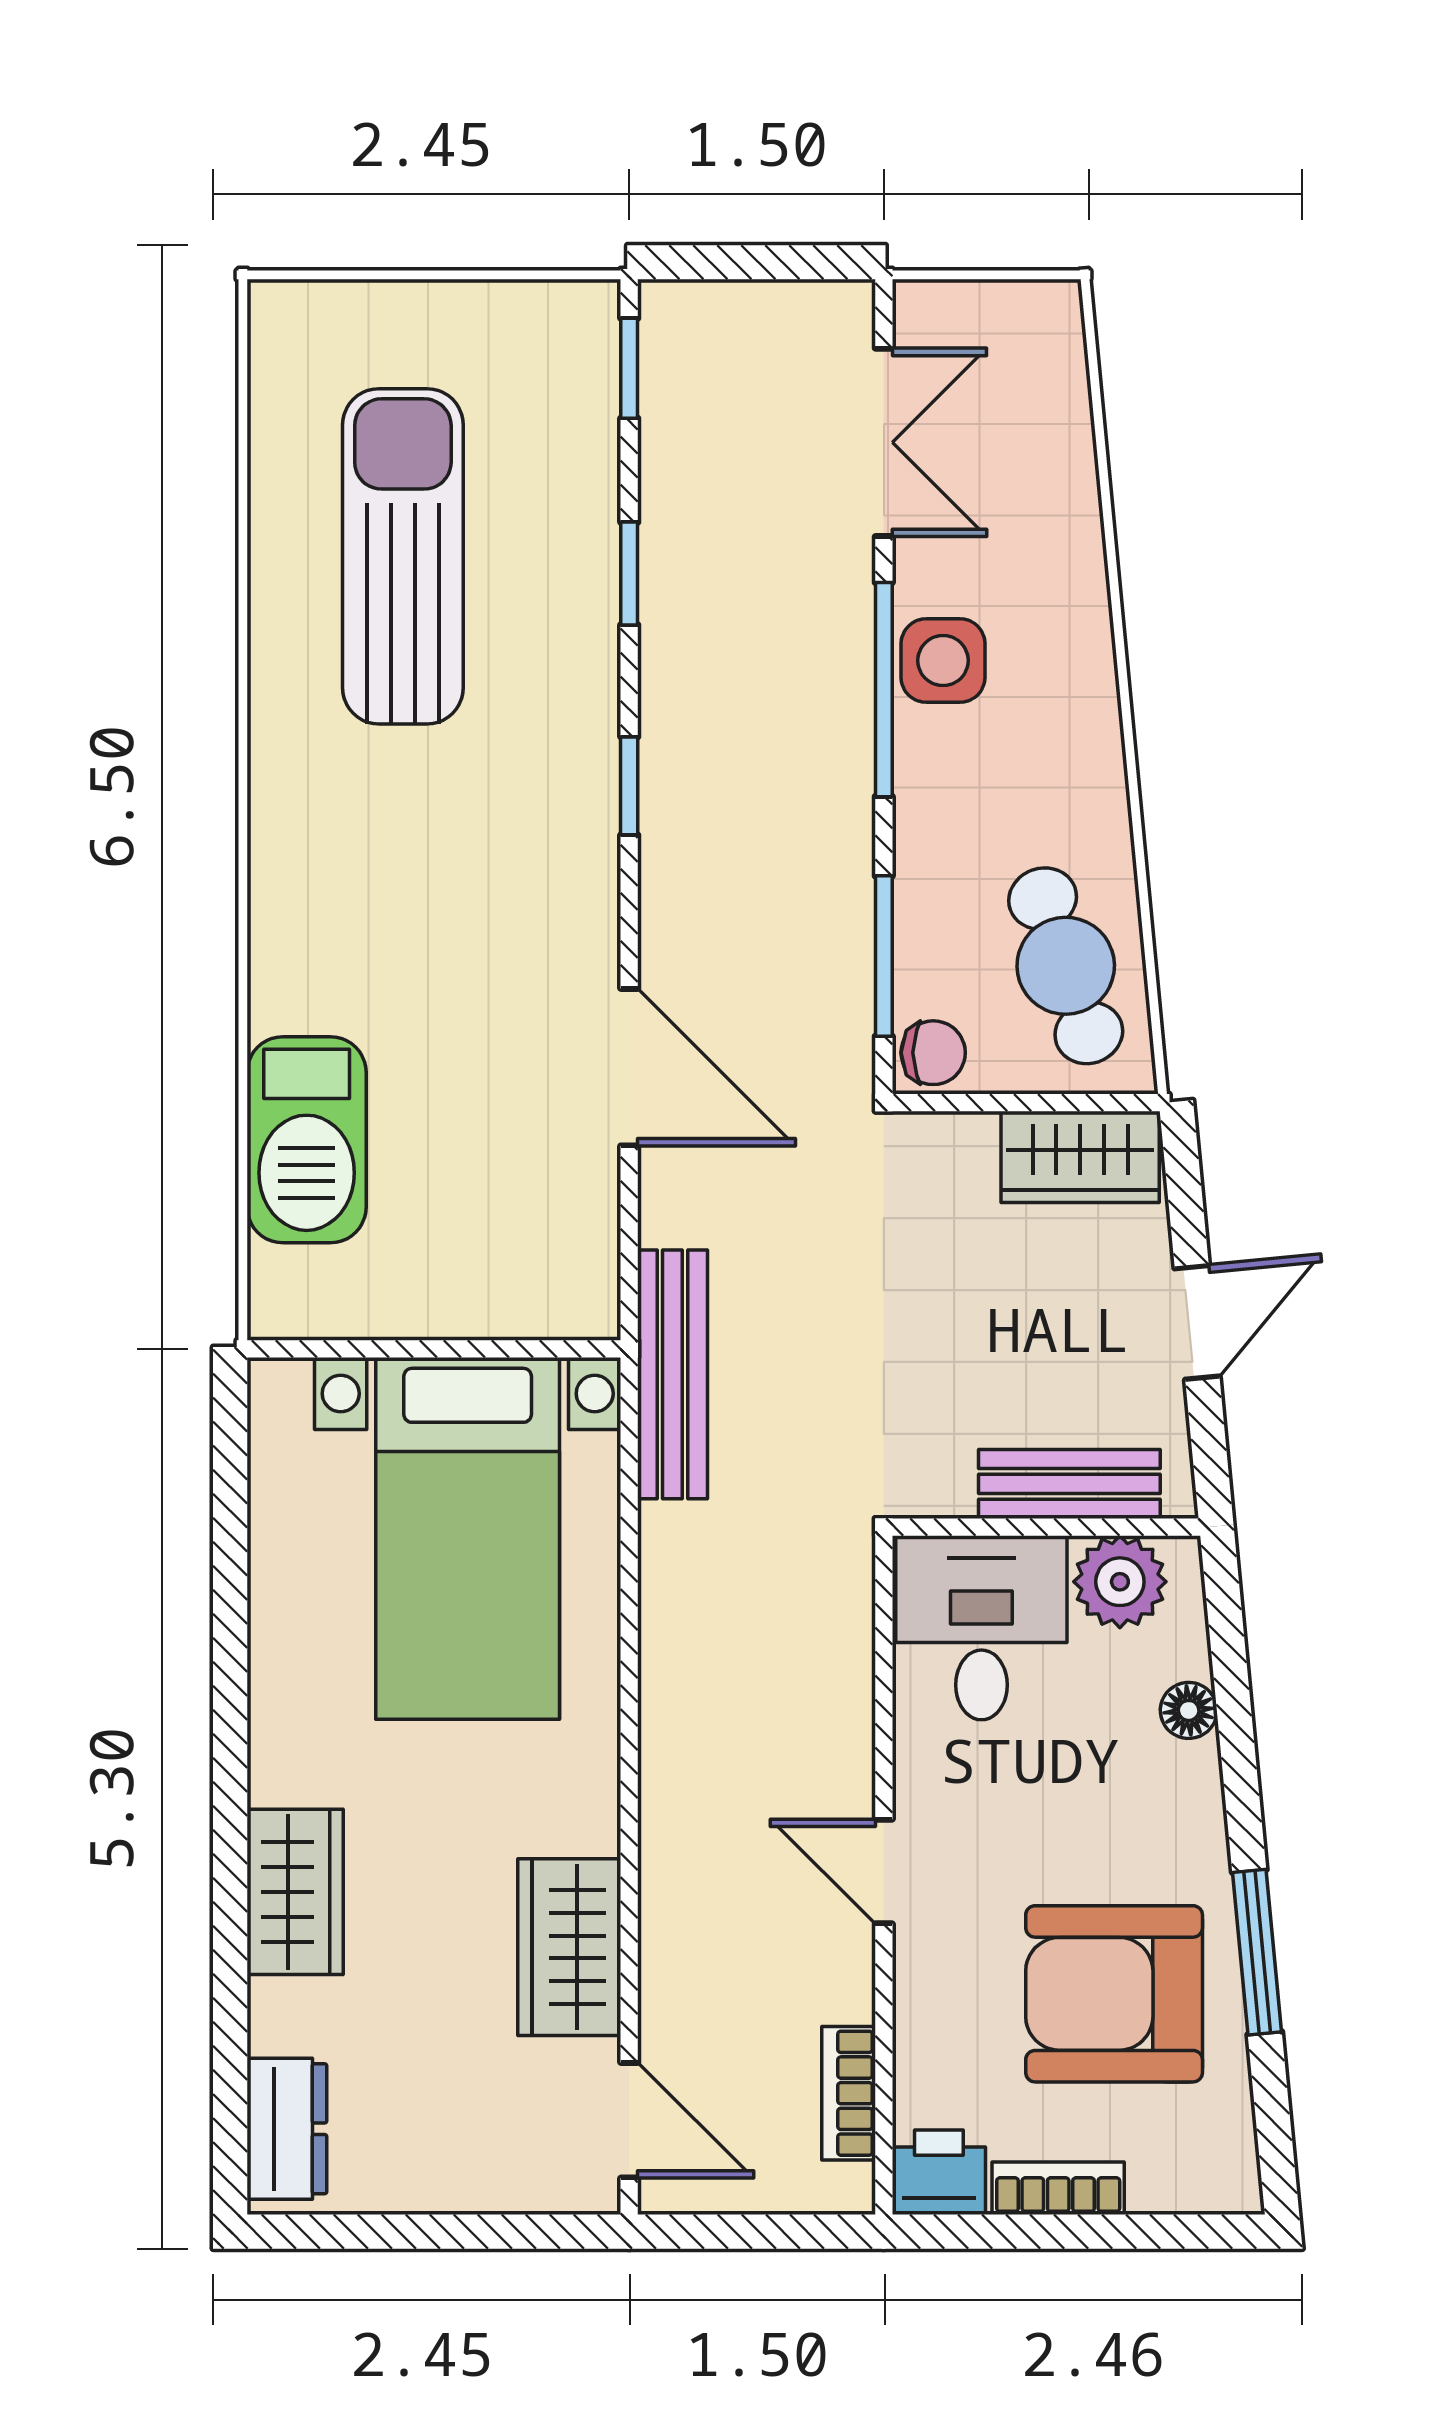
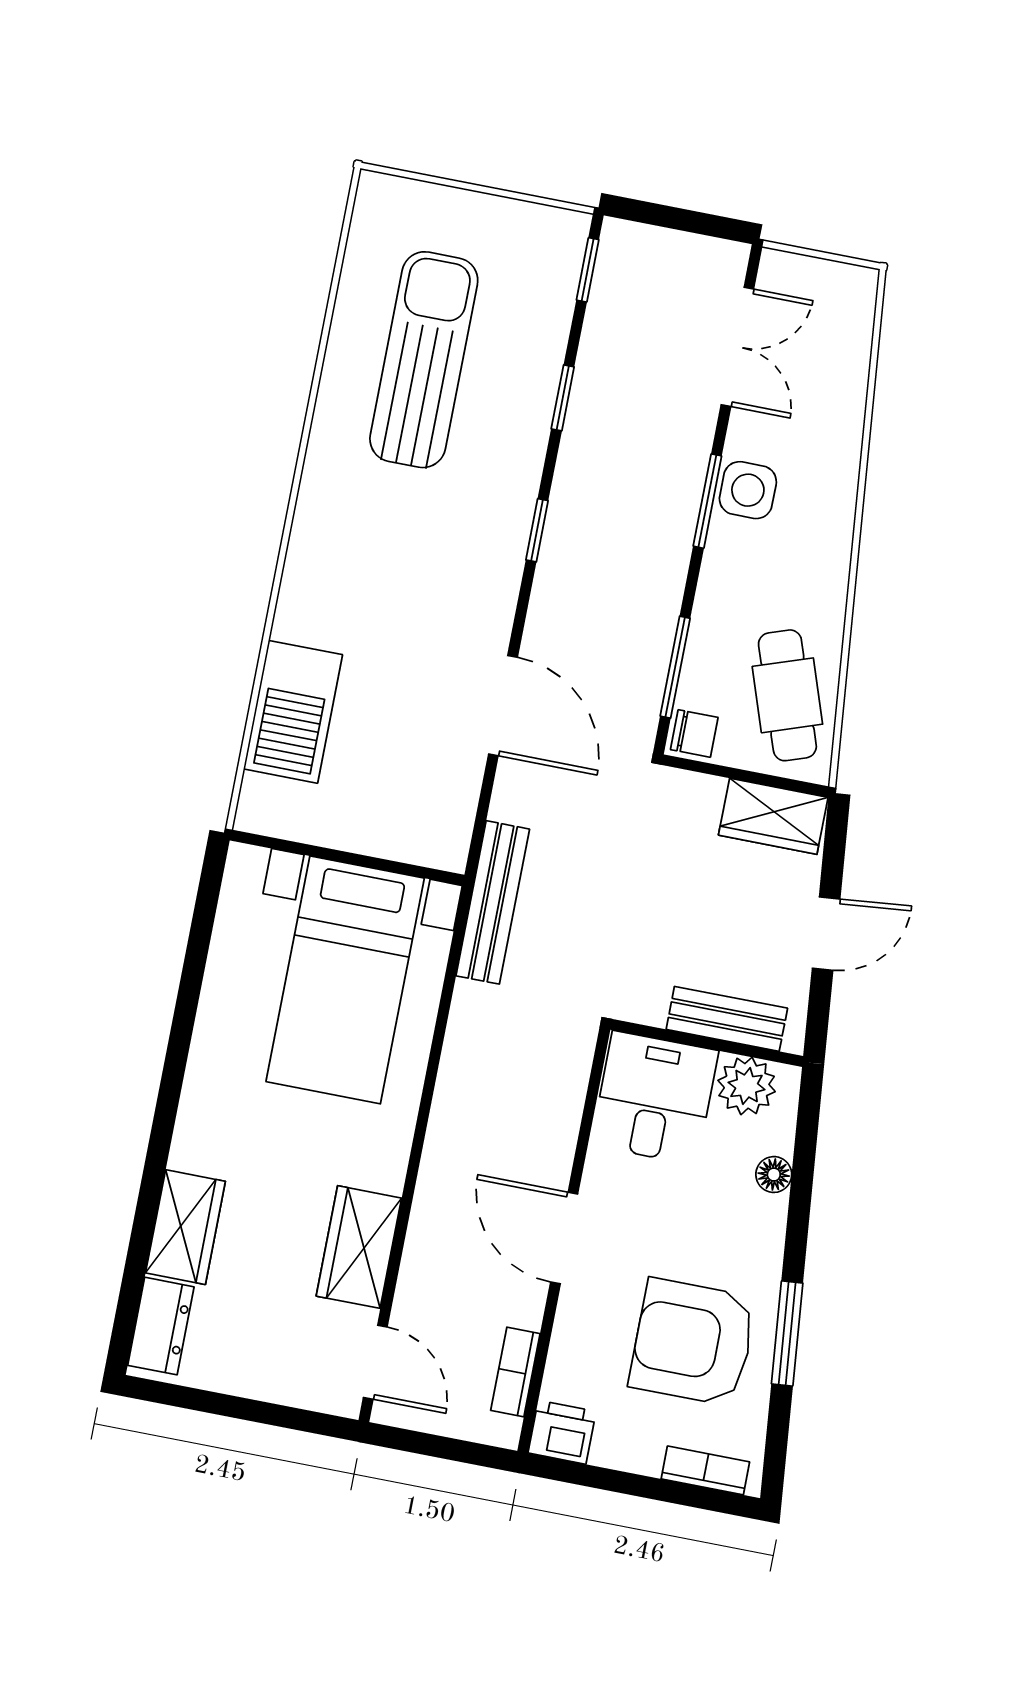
window: (884, 690) -> (707, 501), width x0.69
door: (884, 1872) -> (564, 1238), width x1.38
wardrobe: (295, 1892) -> (185, 1227), moved
bookcase: (1058, 2188) -> (705, 1470), moved

